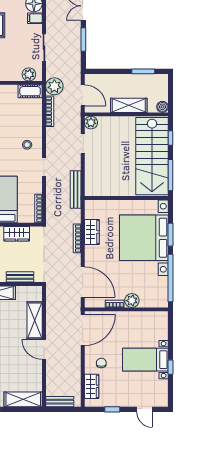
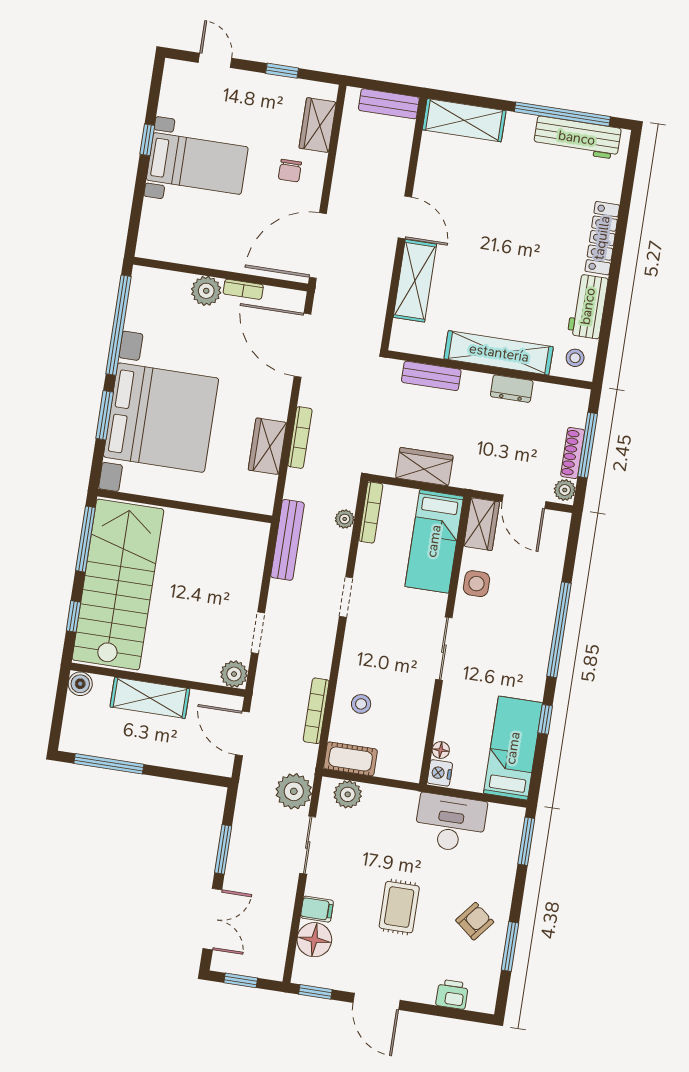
window: (143, 71) -> (109, 764), width x1.44
plant: (54, 86) -> (294, 791), moved
stool: (27, 145) -> (361, 704), moved
plant: (50, 203) -> (345, 519), added

